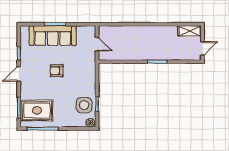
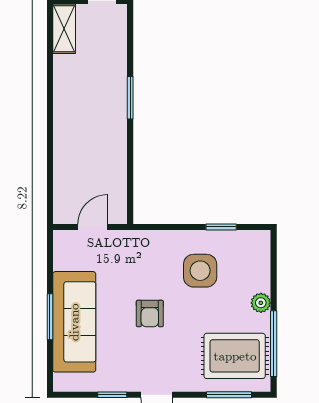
side table: (84, 105) -> (200, 271), moved
rug: (37, 110) -> (235, 356), turned 90
plant: (90, 123) -> (261, 303), moved

